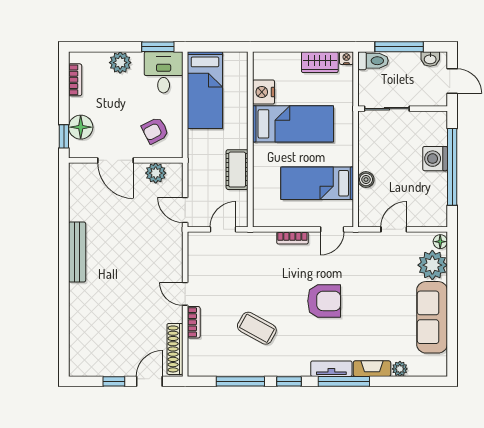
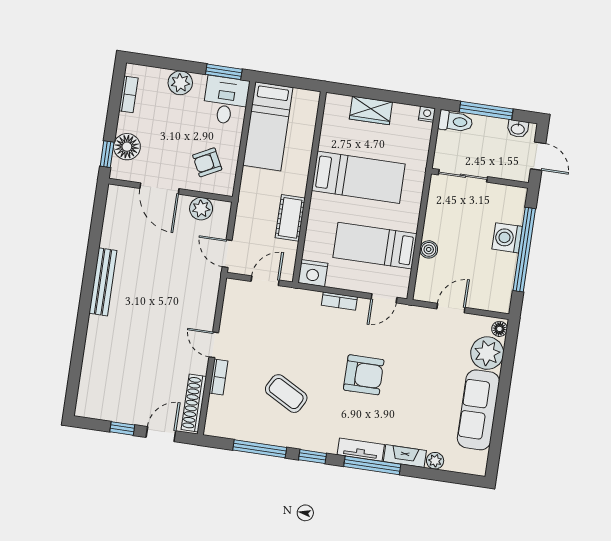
wardrobe: (320, 62) -> (371, 111), moved
nightstand: (263, 92) -> (313, 273), moved, turned -90

